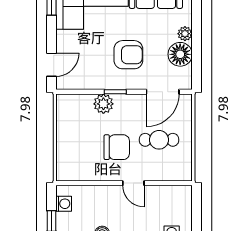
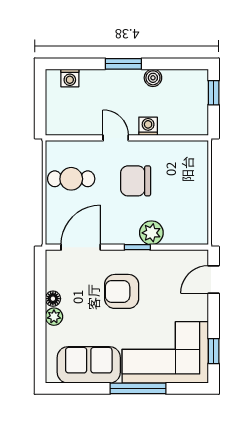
floor lamp: (180, 54) -> (53, 299), width x0.53, depth x0.53
cafe table: (159, 140) -> (71, 179), moved
washing machine: (64, 204) -> (148, 126), moved, turned 90

